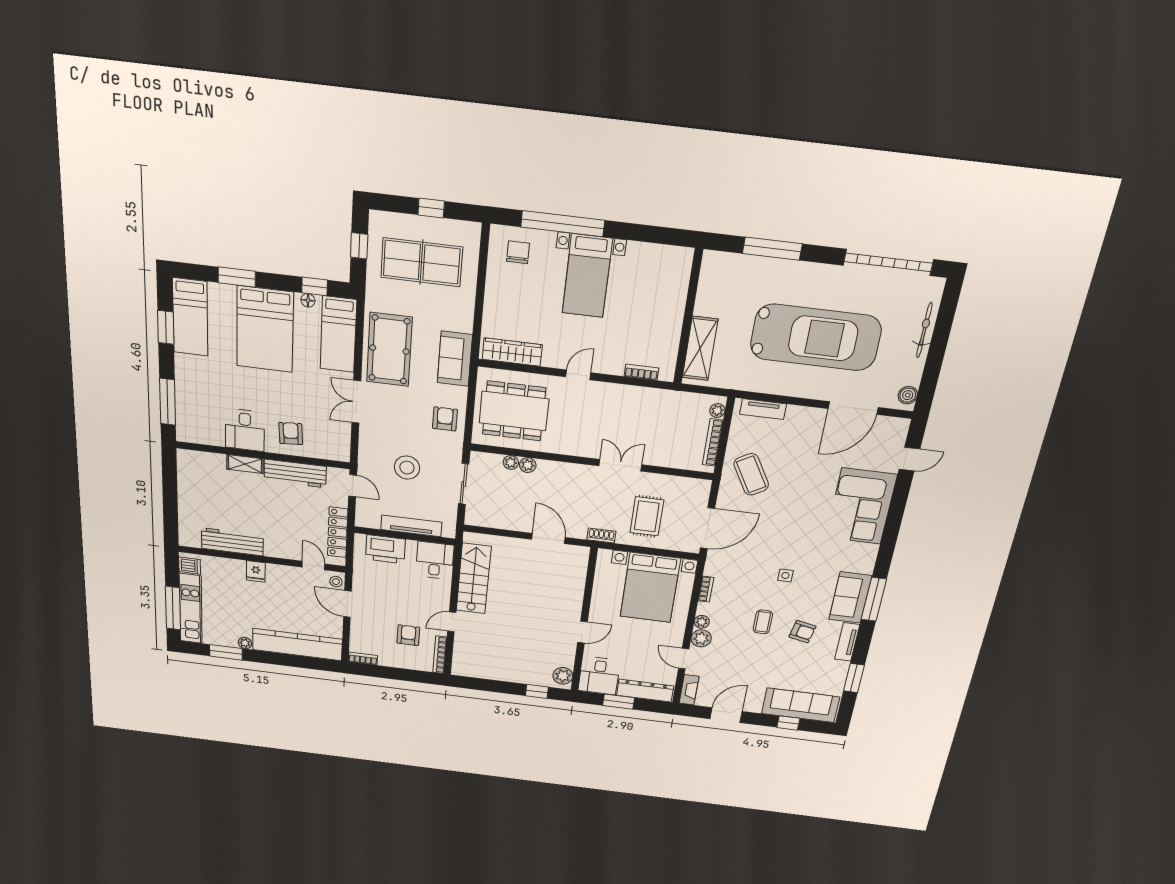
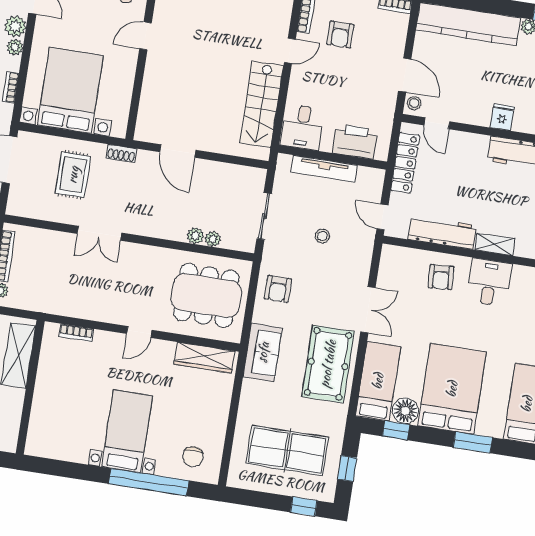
window: (431, 208) -> (304, 506), moved
floor lamp: (308, 300) -> (405, 411), width x1.89, depth x1.89
stool: (407, 468) -> (322, 236), width x0.53, depth x0.53

